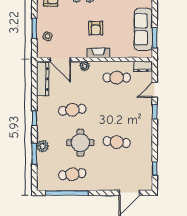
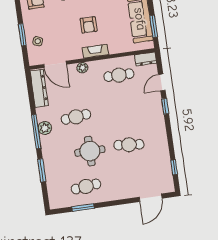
window: (34, 118) -> (36, 132), width x2.17
plant: (43, 146) -> (45, 128), moved
window: (67, 193) -> (83, 207), width x0.47

